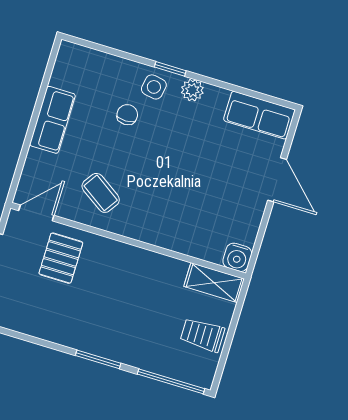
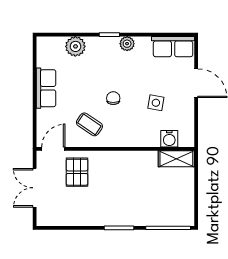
plant: (115, 71) -> (75, 46), added
side table: (154, 87) -> (156, 103), moved
chair: (127, 115) -> (113, 98), moved
water cooler: (237, 257) -> (169, 139), moved
trolley: (202, 335) -> (179, 193), removed

